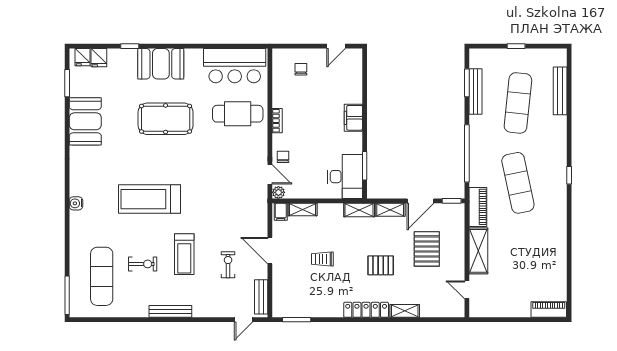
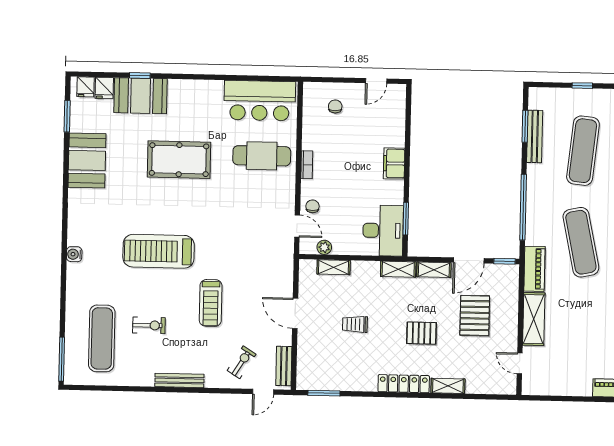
booth: (161, 64) -> (141, 96), moved
plant: (278, 192) -> (324, 247), moved
filing cabinet: (281, 212) -> (308, 269), removed
treadmill: (184, 254) -> (211, 303), moved
exercise bike: (228, 265) -> (242, 362), moved, turned 32

